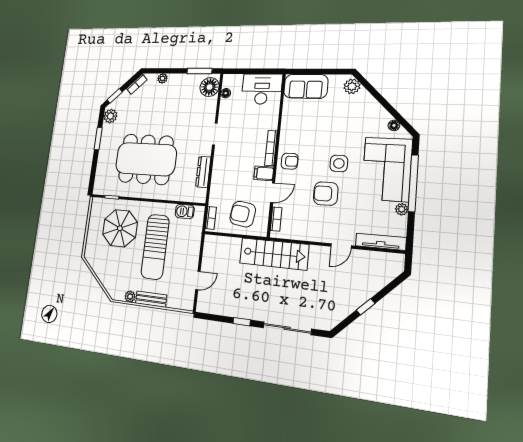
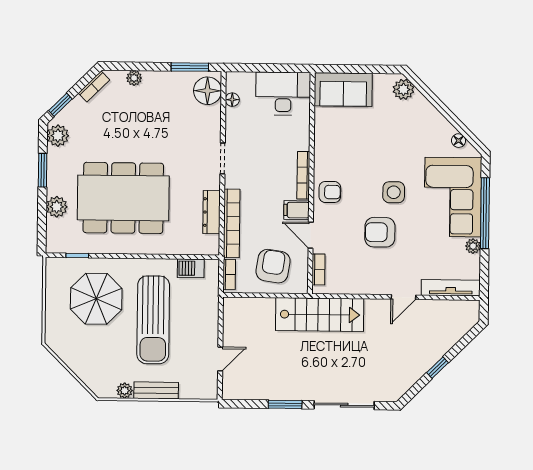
plant: (103, 163) -> (57, 207), added
bookcase: (216, 181) -> (232, 223), added
door: (273, 193) -> (311, 235), swing flipped
armchair: (243, 214) -> (273, 266), turned 91
window: (242, 322) -> (285, 404), width x1.50

